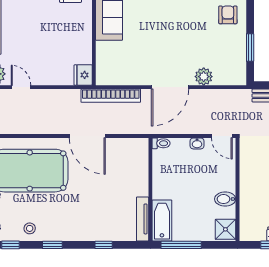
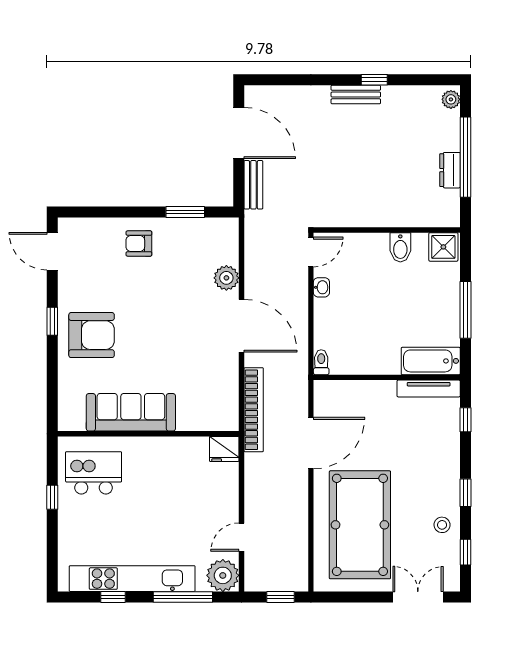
toilet: (161, 143) -> (321, 362), moved
wall: (150, 189) -> (387, 377), moved
tv unit: (143, 219) -> (429, 388), moved
bathtub: (162, 220) -> (431, 361), moved

